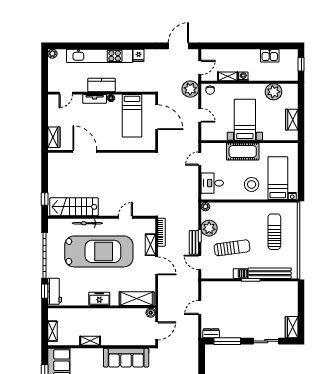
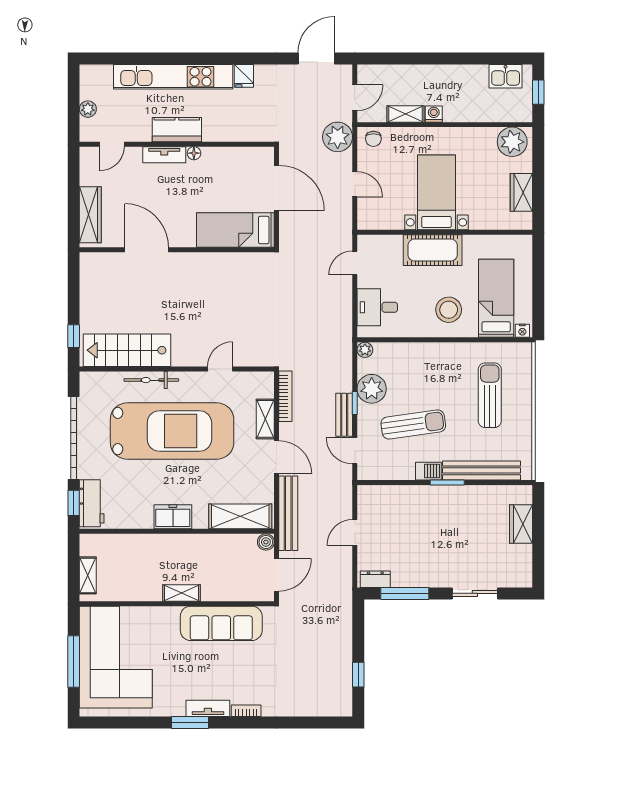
plant: (52, 54) -> (88, 109), moved
kitchen sink: (270, 56) -> (506, 76), moved
plant: (274, 92) -> (512, 142), moved
bed: (132, 116) -> (235, 230), moved, turned 90
wardrobe: (54, 137) -> (90, 215), width x1.50
bench: (163, 297) -> (288, 513), added
wardrobe: (292, 327) -> (521, 524), moved
shelving: (90, 341) -> (181, 593), moved

